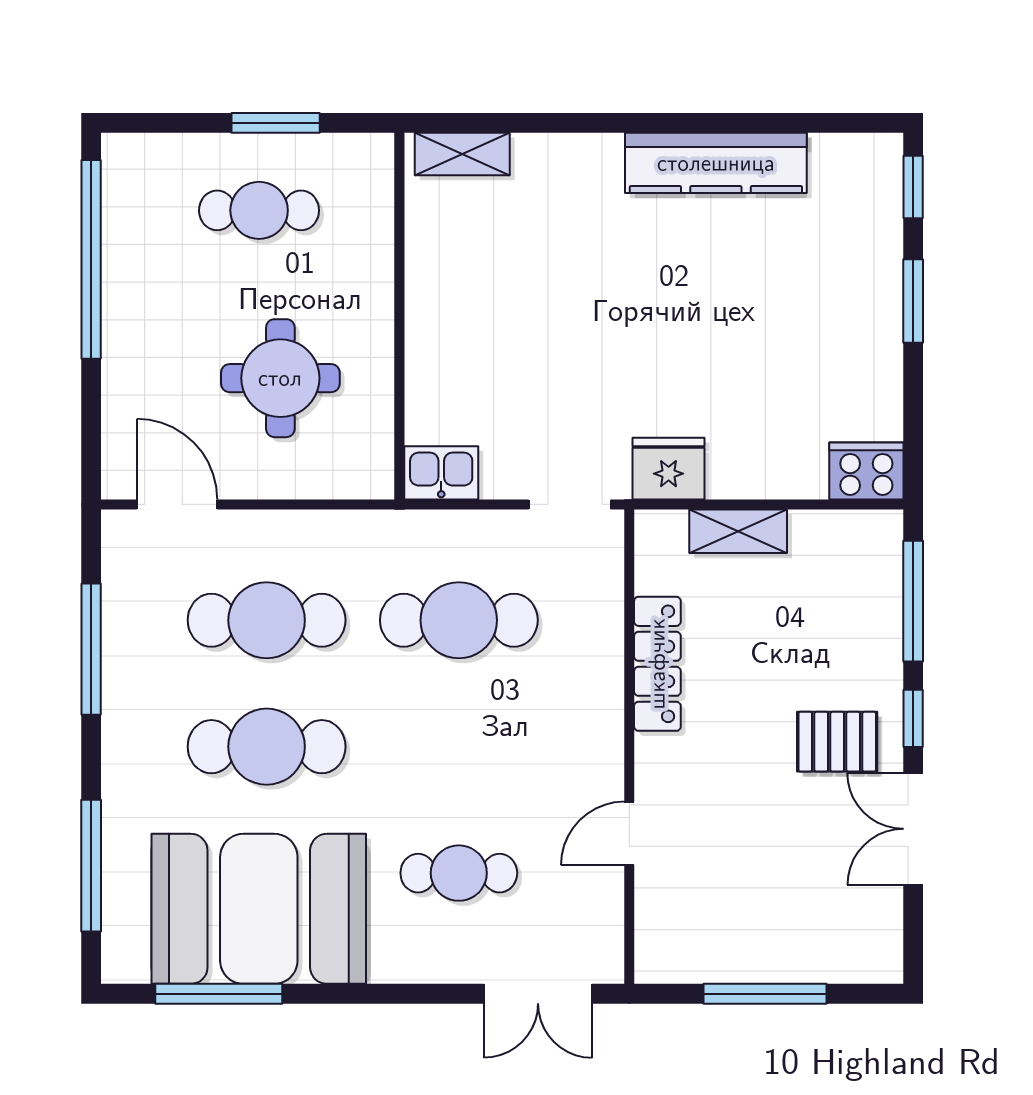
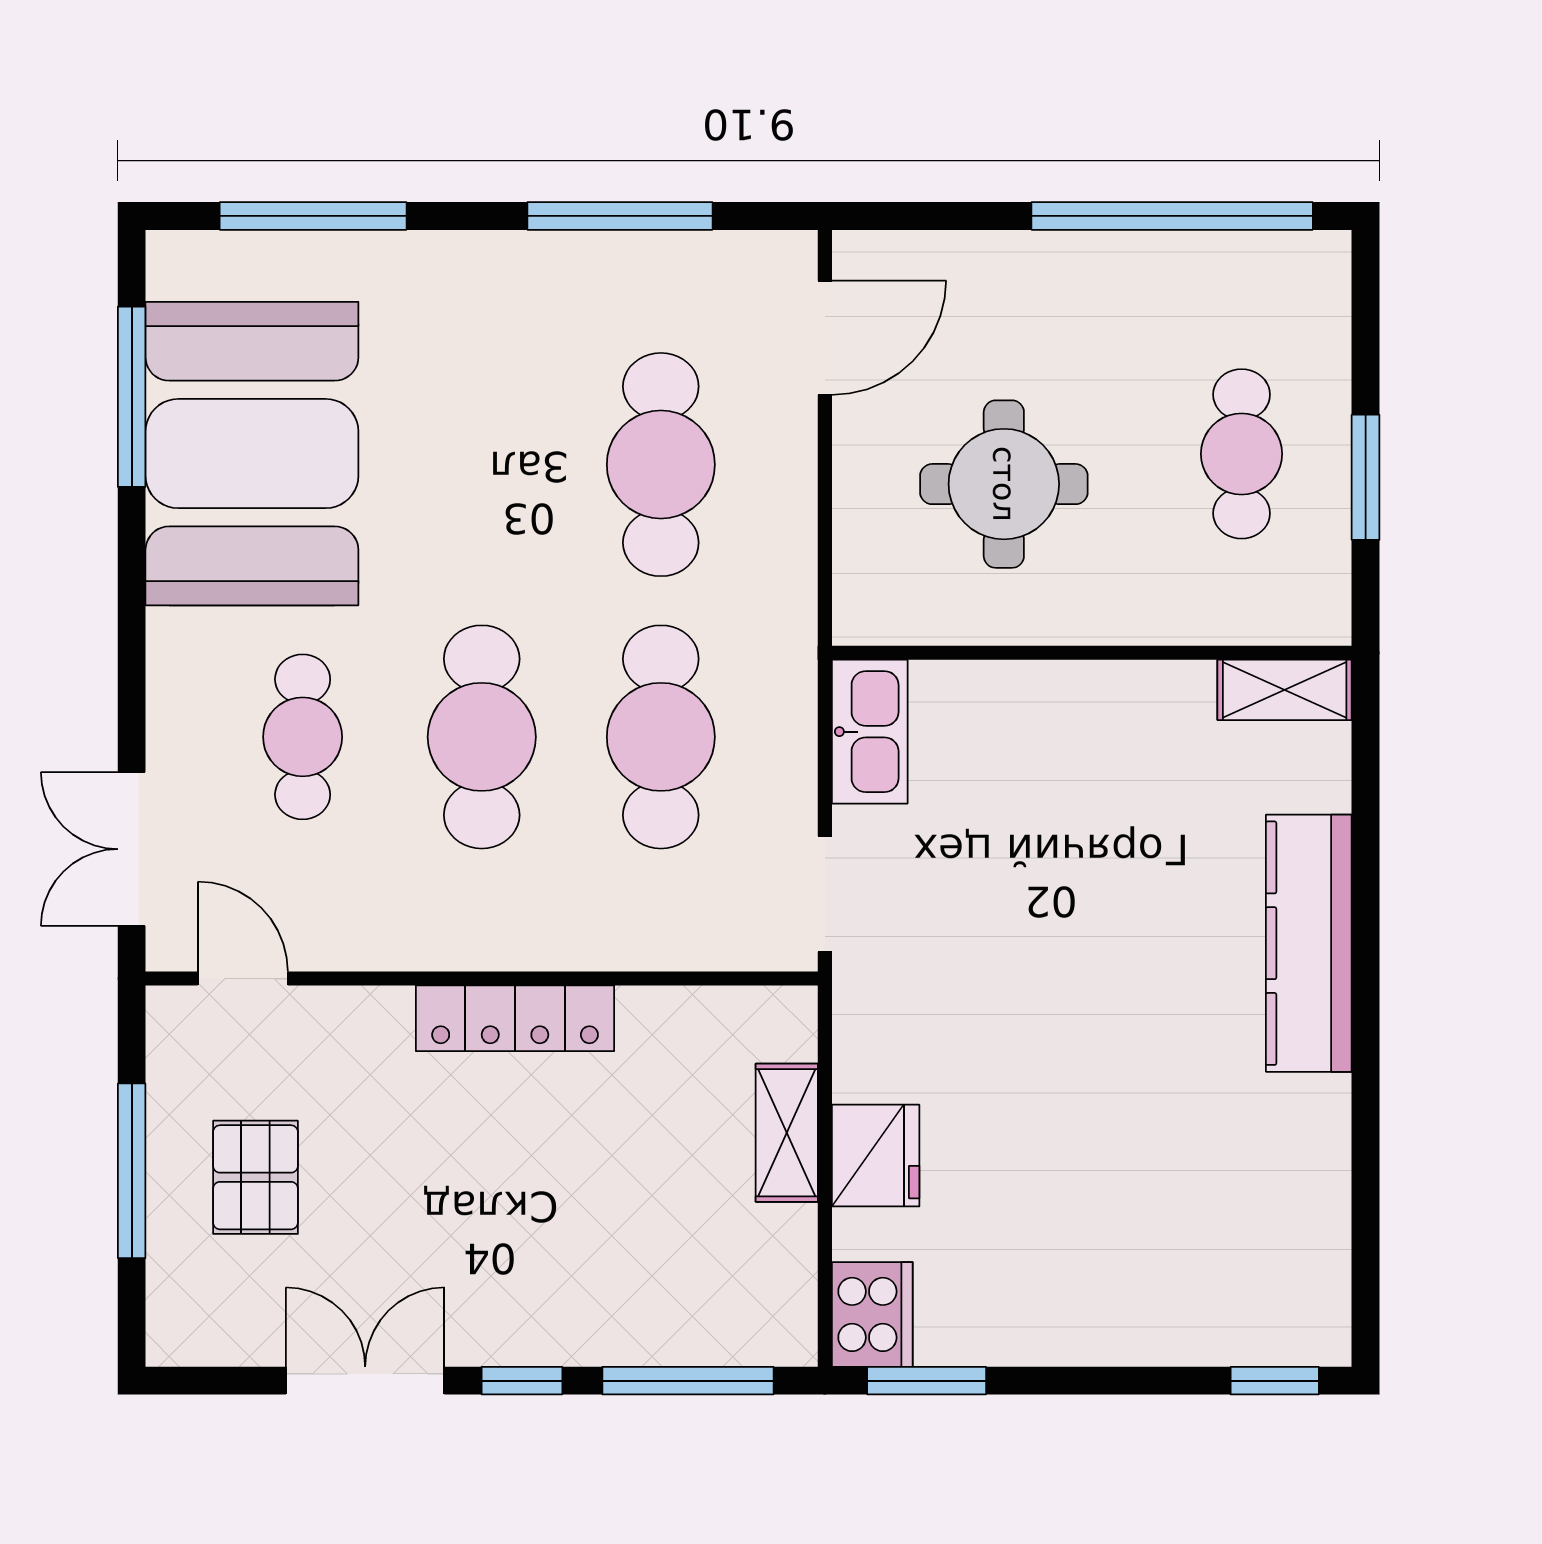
shelving: (462, 154) -> (1285, 690), moved, turned 90
kitchen counter: (716, 163) -> (1309, 943), moved
window: (913, 301) -> (927, 1381), moved
fridge: (669, 469) -> (876, 1156), moved
kitchen sink: (441, 473) -> (870, 732), width x1.38
locker: (657, 664) -> (515, 1018), moved
pallet: (837, 742) -> (255, 1177), moved
cafe table: (267, 747) -> (482, 737), moved
door: (629, 833) -> (243, 979), moved

